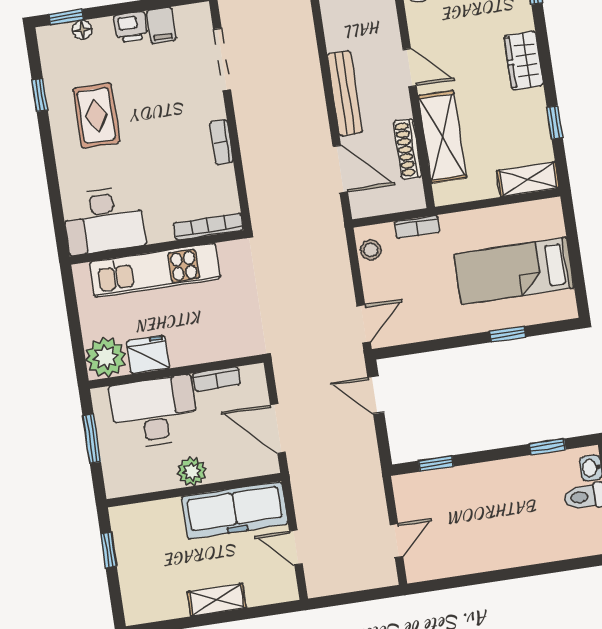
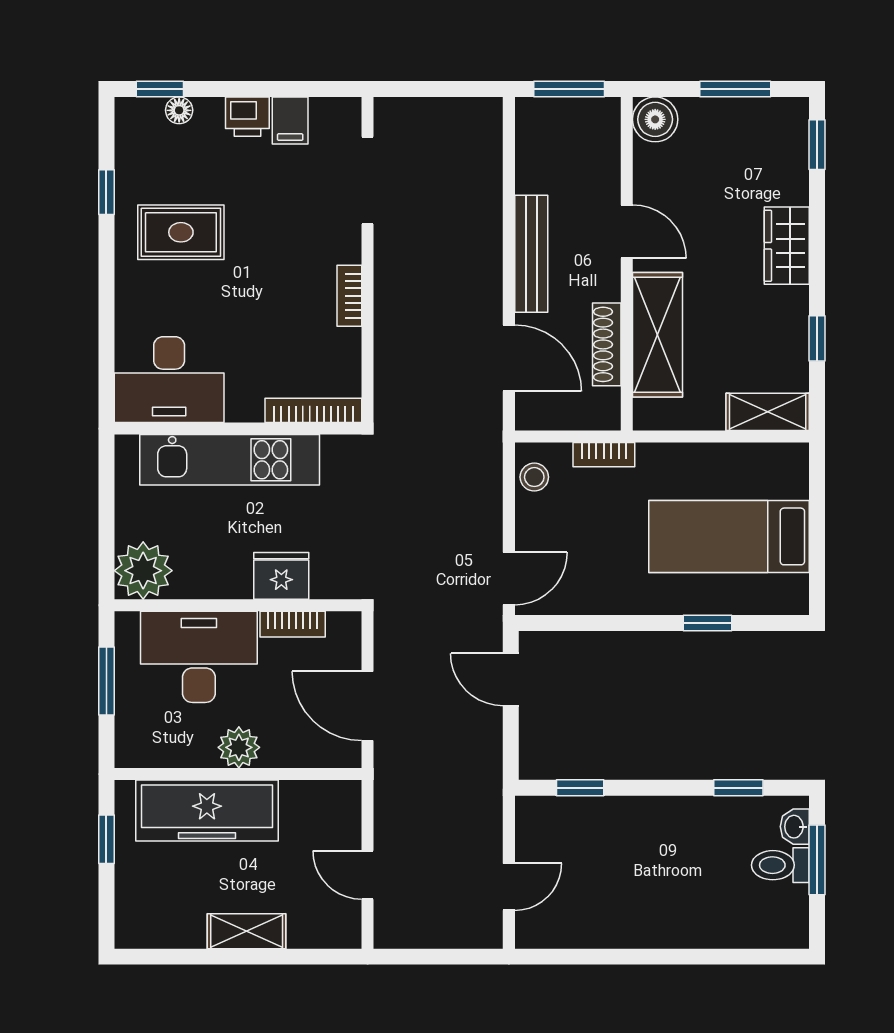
rug: (96, 115) -> (181, 232), turned 90
fridge: (148, 355) -> (281, 576), moved
freezer: (235, 510) -> (207, 811), moved

